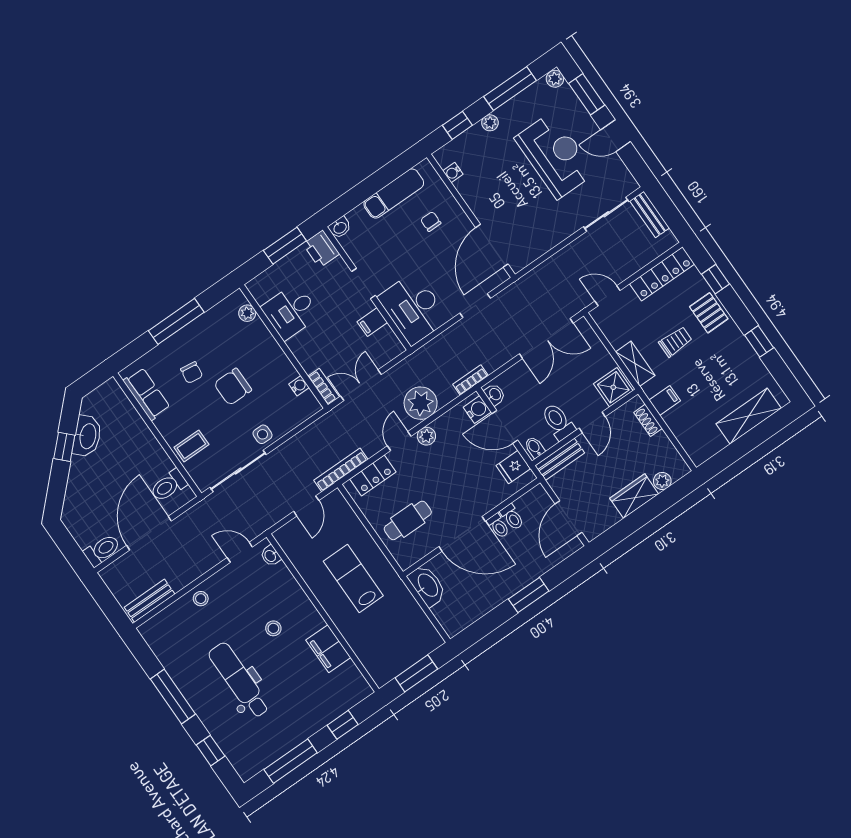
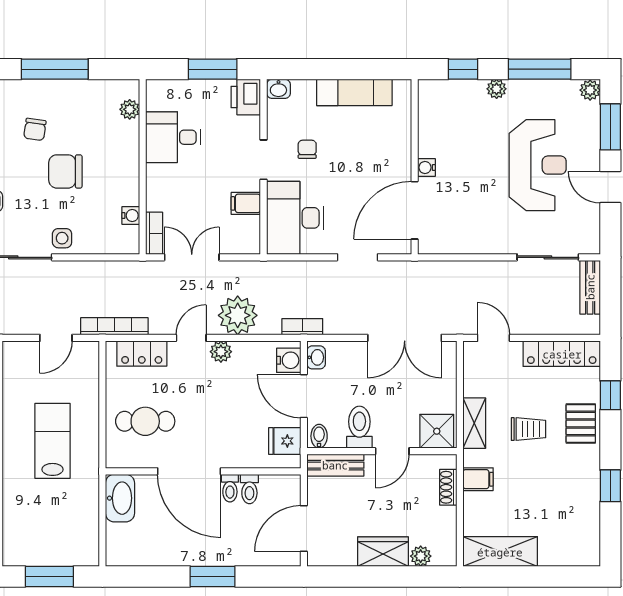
water cooler: (453, 173) -> (426, 168), moved
chair: (431, 221) -> (307, 149), moved
shelving: (749, 416) -> (500, 552), moved

